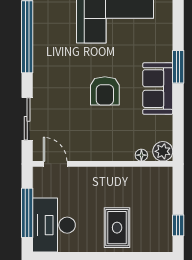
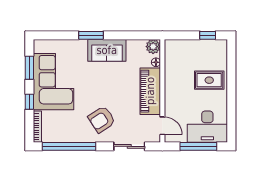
armchair: (105, 91) -> (102, 119), moved, turned 147
piano: (102, 147) -> (150, 91), added
door: (55, 164) -> (162, 126), swing flipped

